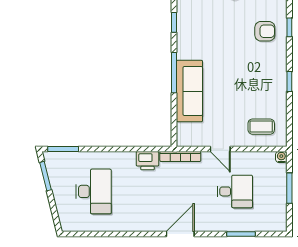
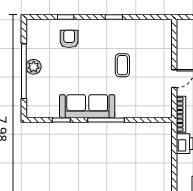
sofa: (189, 91) -> (87, 106), moved
coffee table: (261, 127) -> (122, 65), moved
water cooler: (281, 157) -> (181, 24), removed

